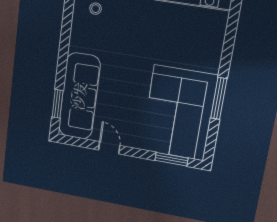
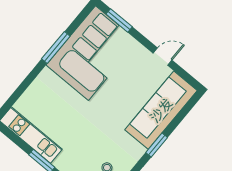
window: (58, 104) -> (157, 145), moved
door: (109, 148) -> (163, 57), swing flipped

